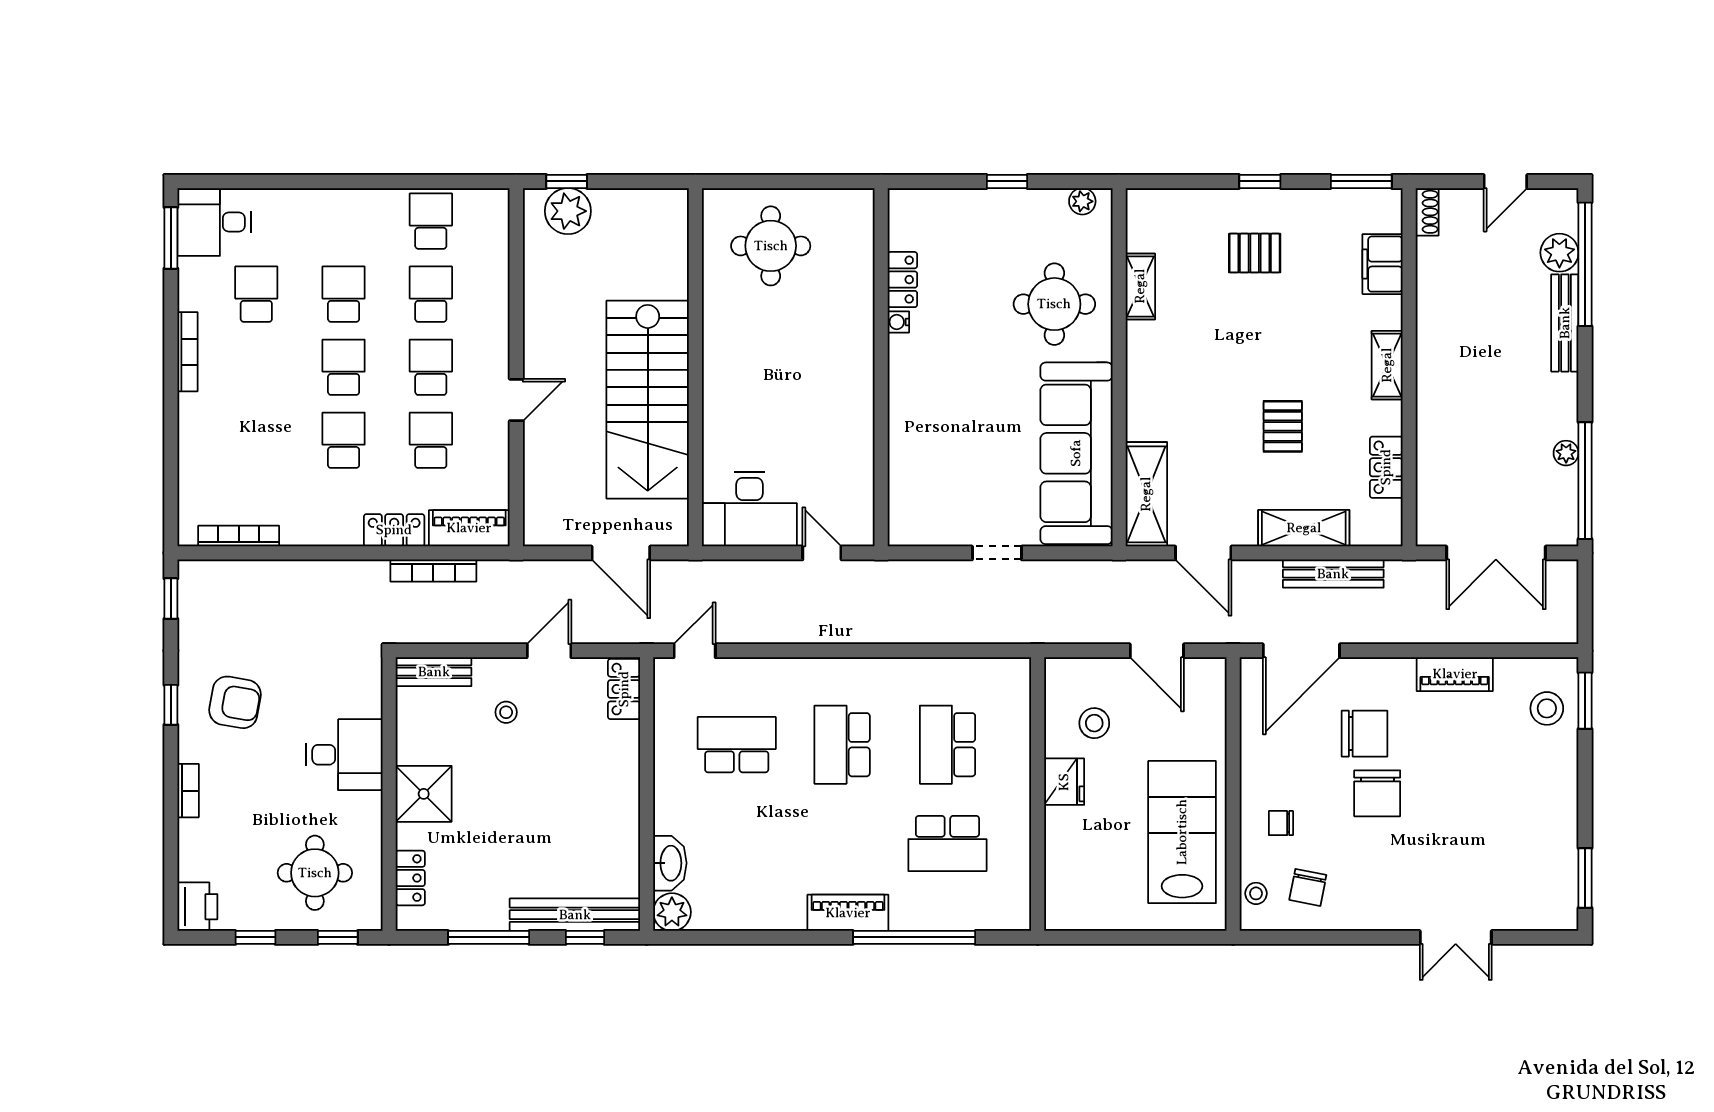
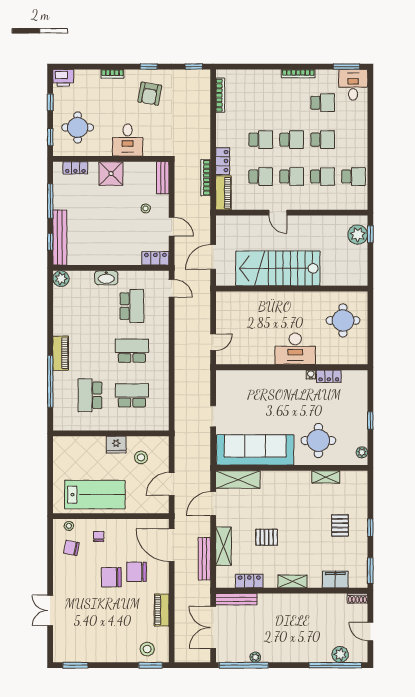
bench: (1565, 323) -> (236, 599), moved
desk: (749, 509) -> (295, 349), moved, turned -90
chair: (1364, 734) -> (137, 572), turned 90
washbasin: (670, 863) -> (106, 278), moved

